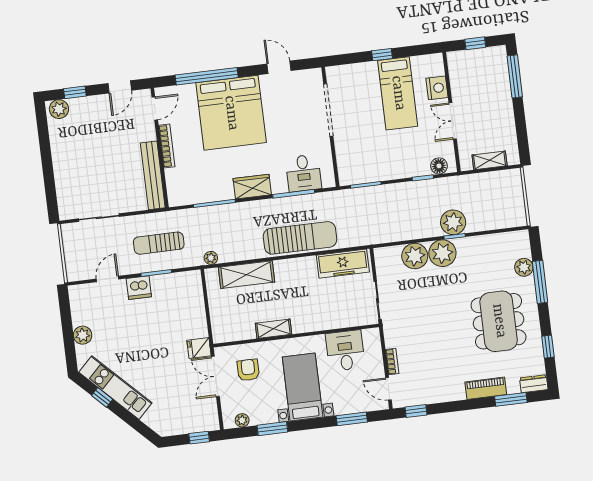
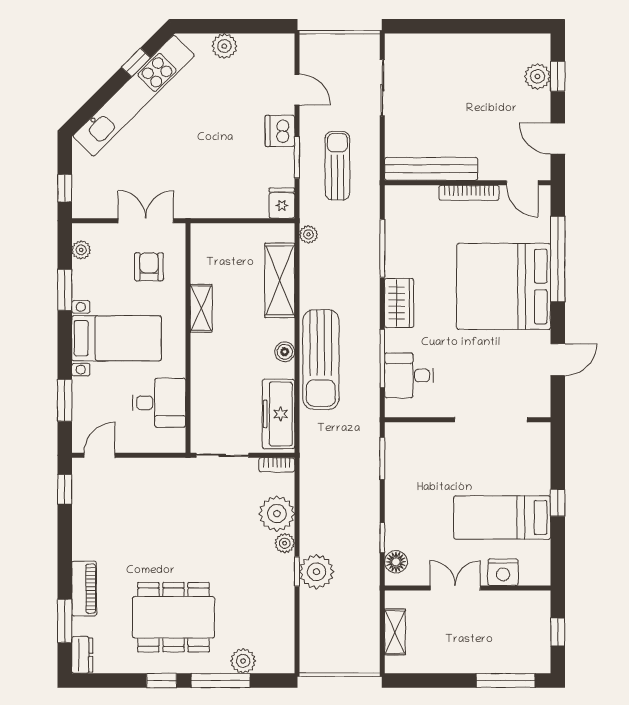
plant: (59, 109) -> (537, 76), moved
plant: (442, 253) -> (285, 543), width x0.53, depth x0.53
boiler: (297, 265) -> (285, 352), added
window: (548, 347) -> (162, 681), moved
fridge: (199, 348) -> (282, 203), moved
bookcase: (392, 362) -> (277, 465), moved
armchair: (248, 370) -> (149, 267), turned -90
kitchen unit: (115, 388) -> (134, 96), width x1.36

